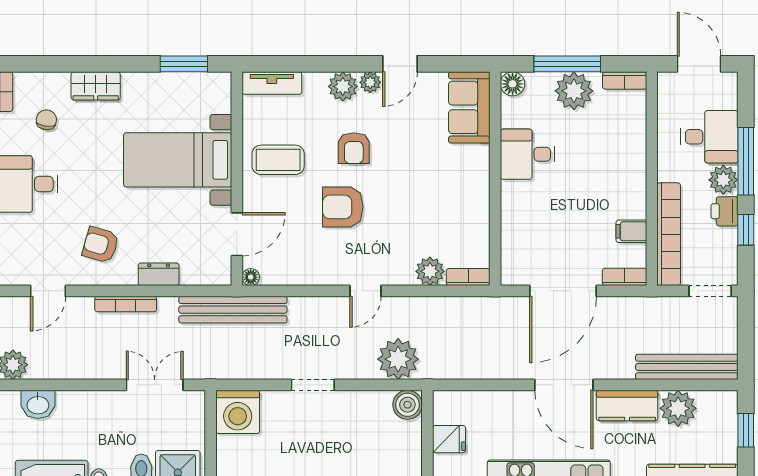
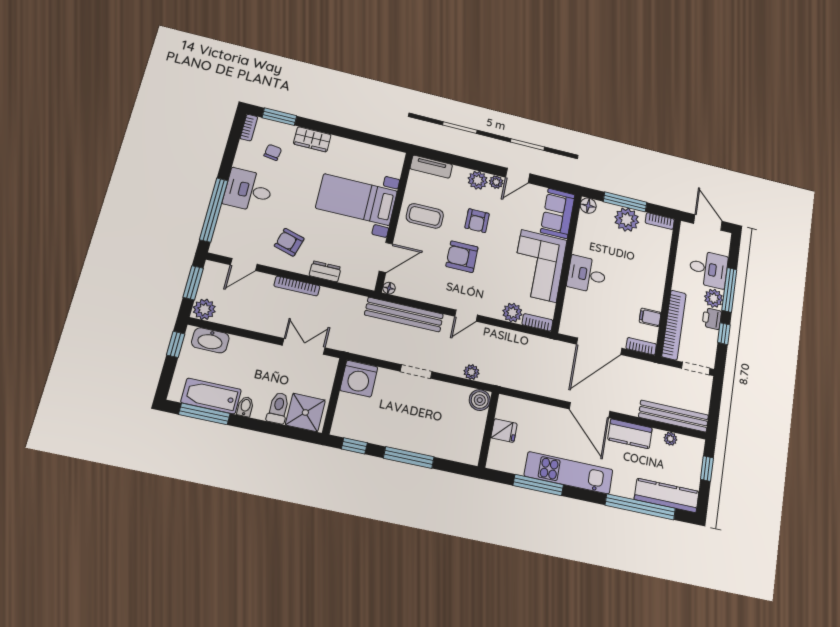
window: (184, 64) -> (279, 117), moved
desk: (528, 154) -> (587, 274), moved
corner sofa: (455, 194) -> (539, 266), added
bench: (233, 310) -> (404, 315), moved
plant: (398, 359) -> (471, 372), width x0.53, depth x0.53
washbasin: (38, 404) -> (210, 340), width x1.38
plant: (678, 408) -> (670, 439), width x0.53, depth x0.53

